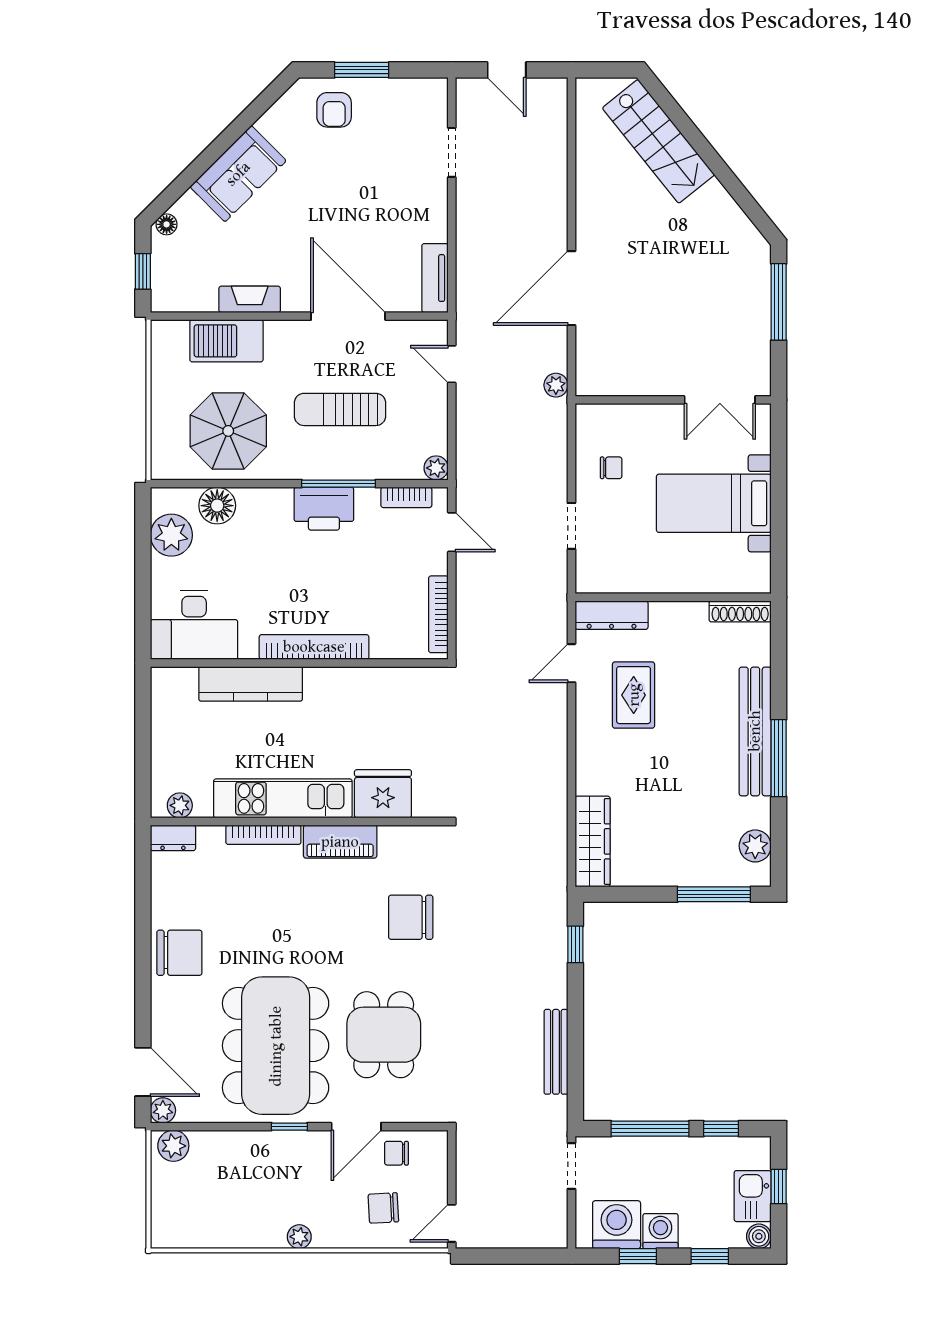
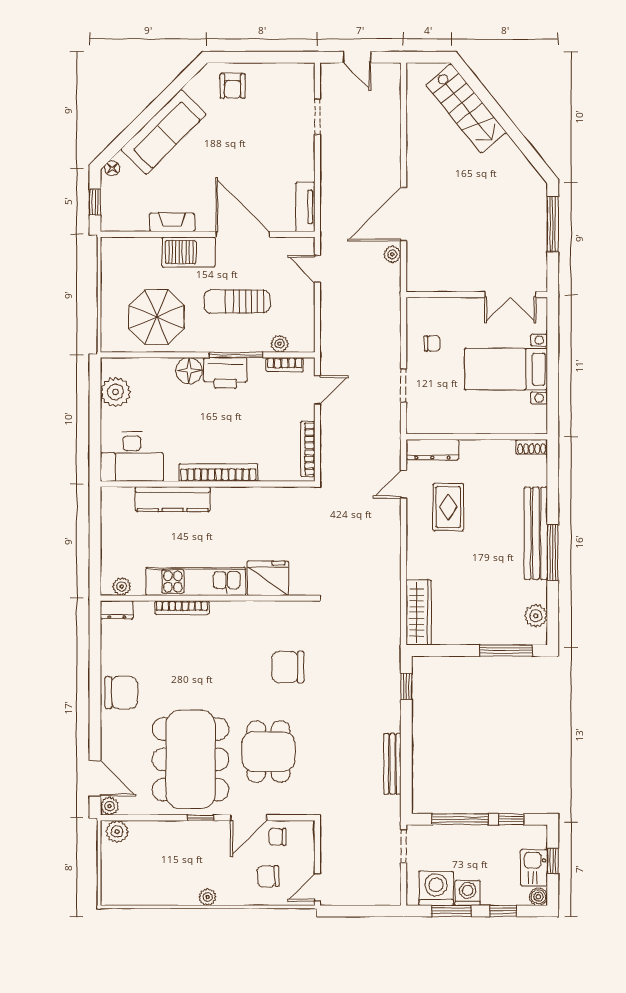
window: (362, 70) -> (253, 57), removed
sofa: (238, 174) -> (164, 132), width x1.36
barbecue: (226, 341) -> (189, 252), moved
plant: (556, 385) -> (392, 254), moved
plant: (436, 468) -> (280, 344), moved
floor lamp: (217, 506) -> (189, 371), moved
door: (452, 532) -> (317, 390), hinge flipped
shoe rack: (740, 611) -> (532, 447), width x0.70
piano: (340, 842) -> (237, 613), removed
window: (638, 1256) -> (451, 911), width x1.50

